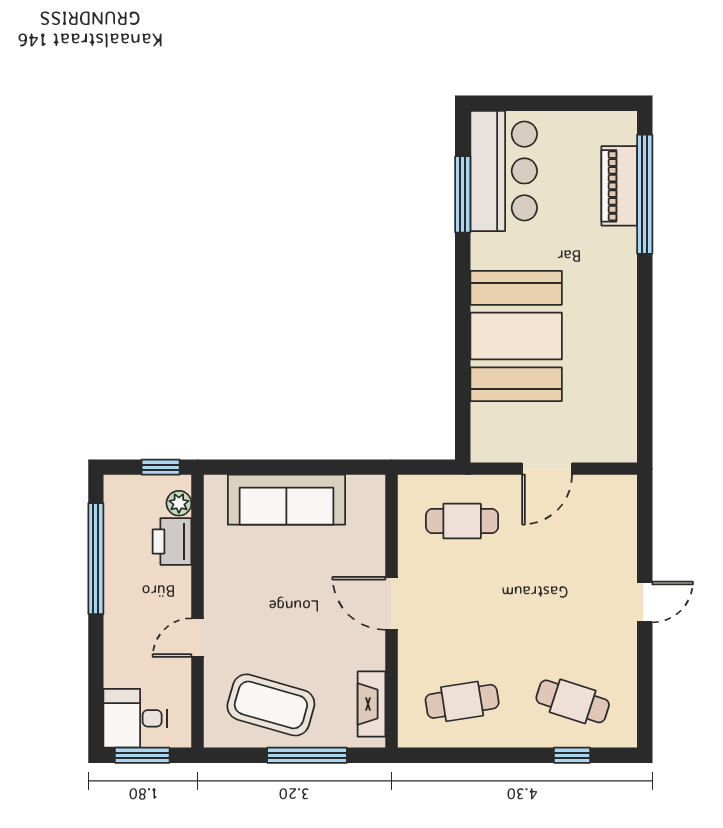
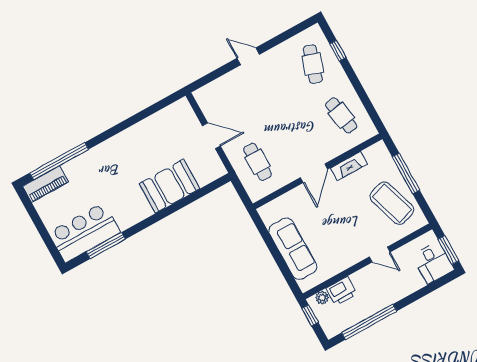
piano: (619, 186) -> (45, 184), moved
booth: (516, 336) -> (169, 186), width x0.73, depth x0.70
fireplace: (371, 704) -> (349, 166), moved
coffee table: (271, 705) -> (392, 203), turned -34

